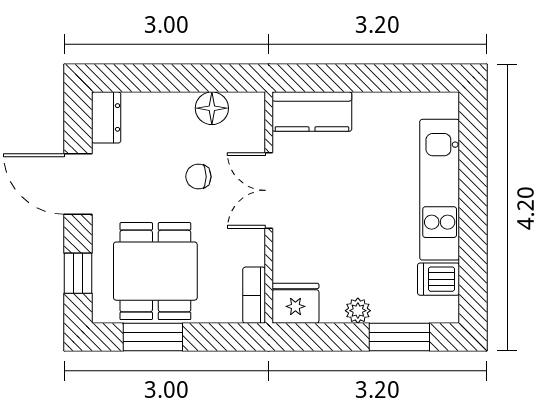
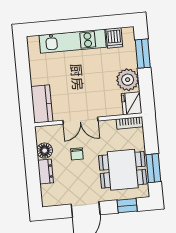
dresser: (106, 117) -> (46, 172), moved, turned 90
plant: (358, 311) -> (128, 80), width x1.88, depth x1.88

